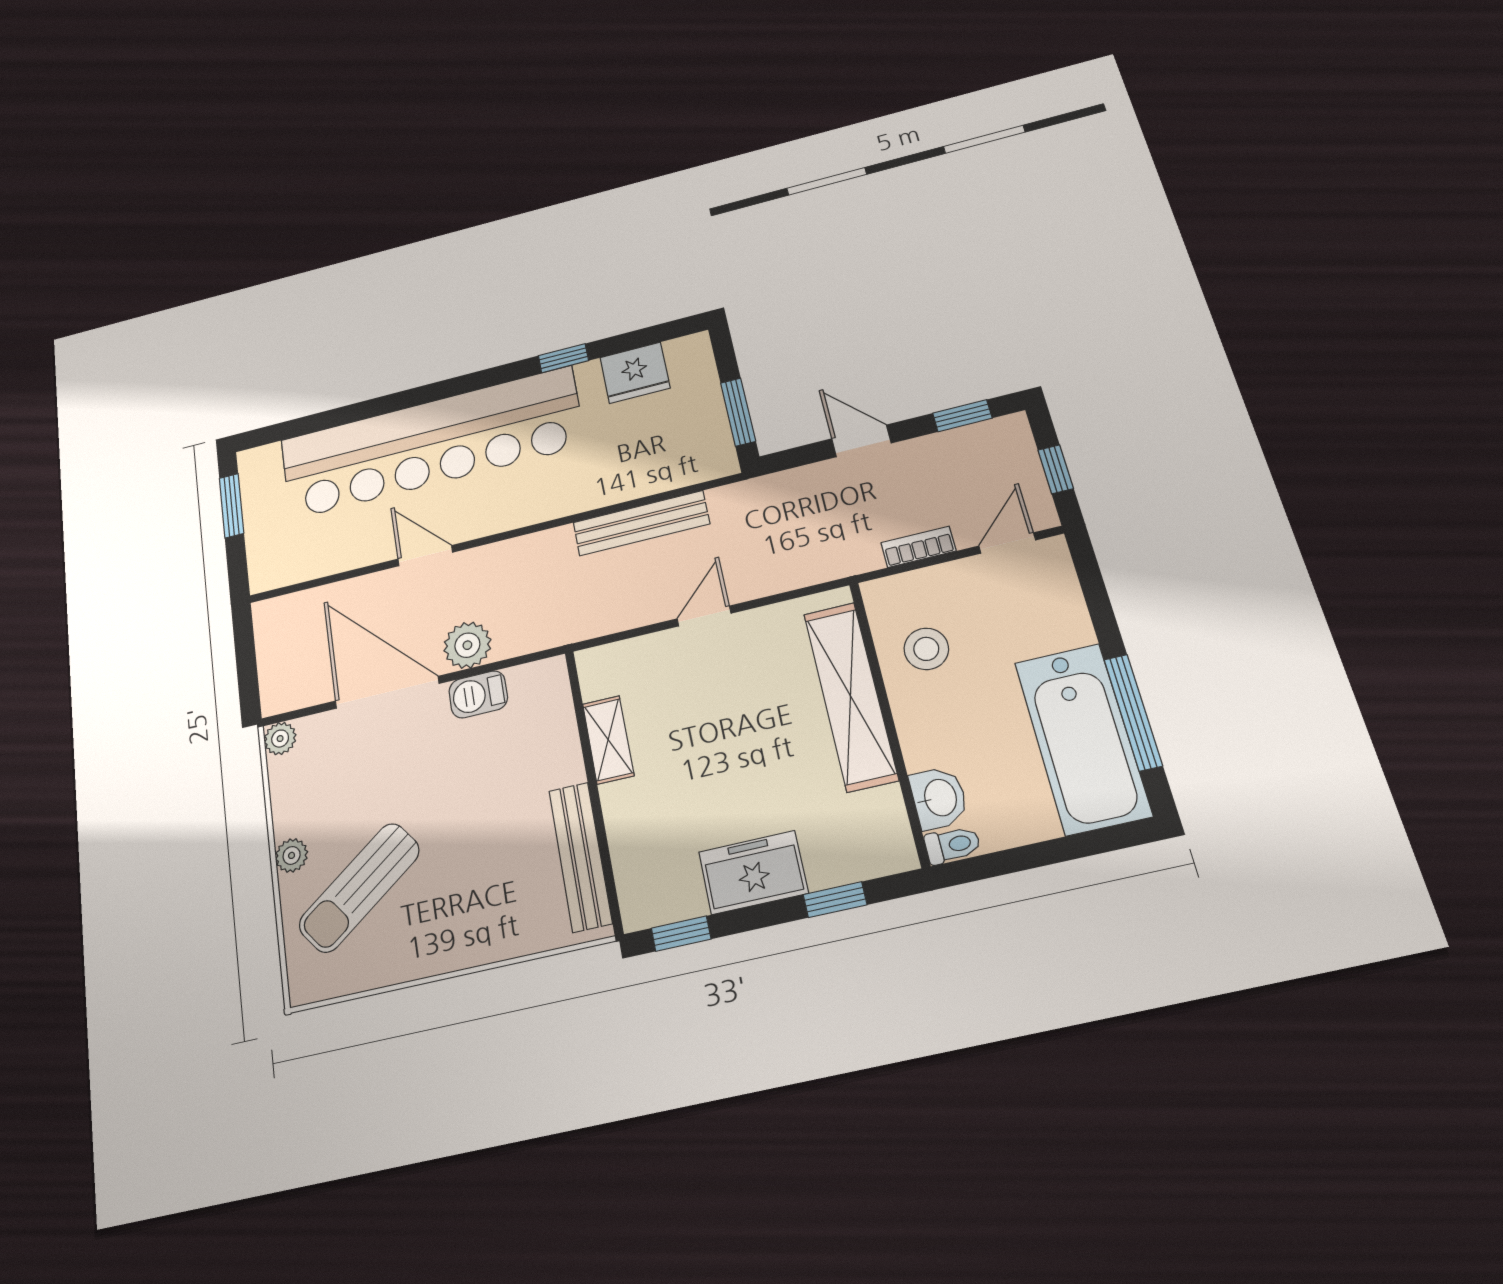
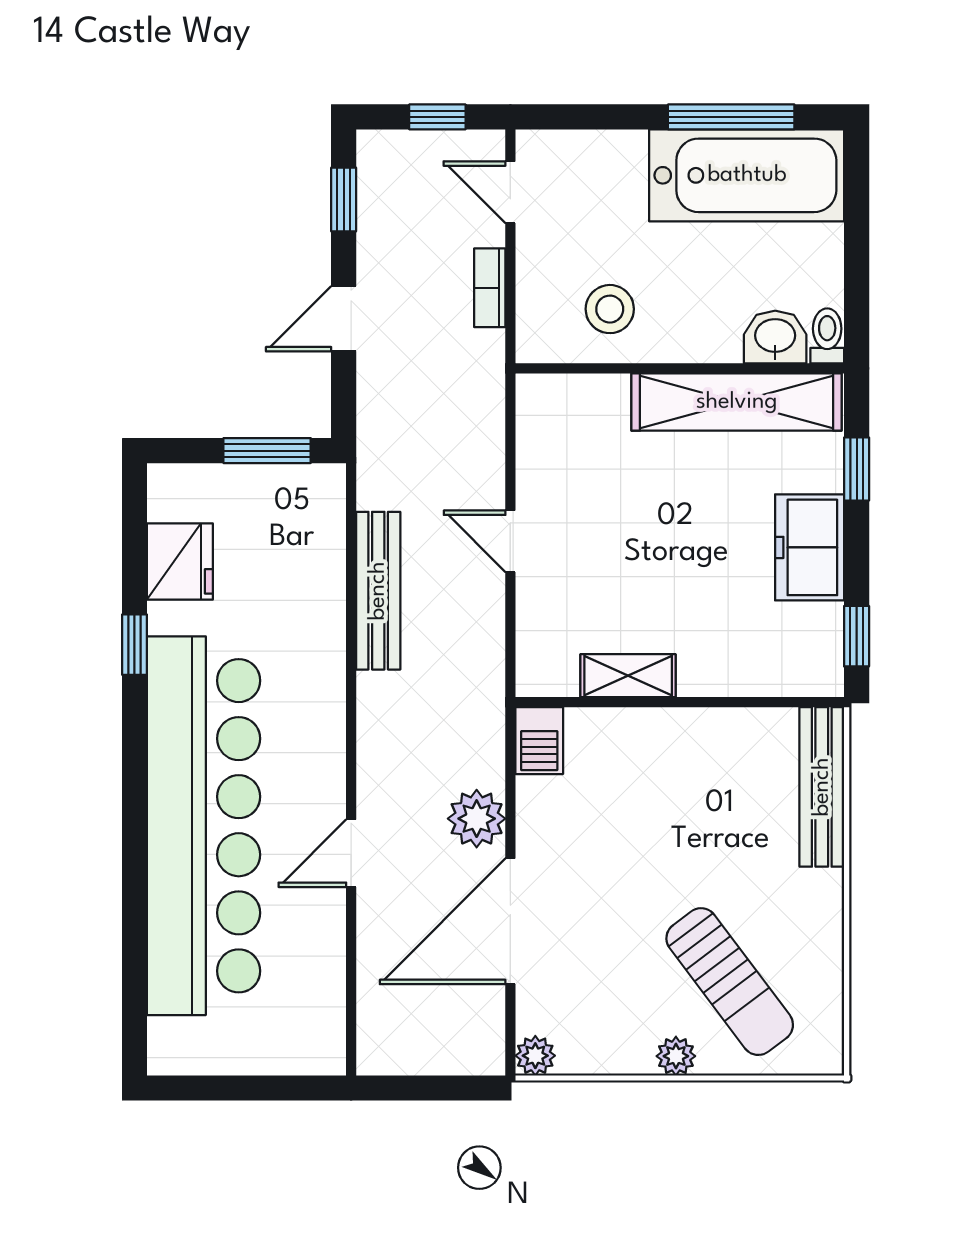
window: (232, 506) -> (220, 1088), removed
barbecue: (478, 694) -> (539, 741), moved
shelving: (850, 696) -> (737, 402), moved
bench: (580, 856) -> (822, 787), moved, turned 90

